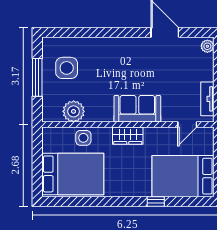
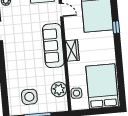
sofa: (137, 109) -> (53, 46), width x1.36
side table: (83, 138) -> (76, 93), moved

